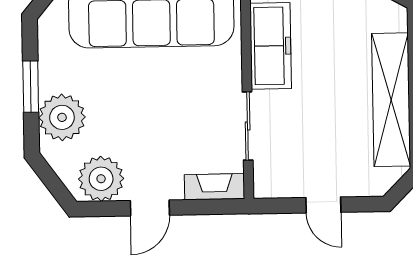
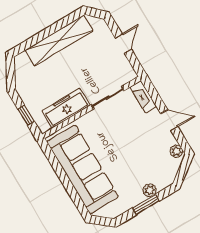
plant: (62, 117) -> (150, 190), width x0.53, depth x0.53
plant: (101, 179) -> (176, 151), width x0.53, depth x0.53

